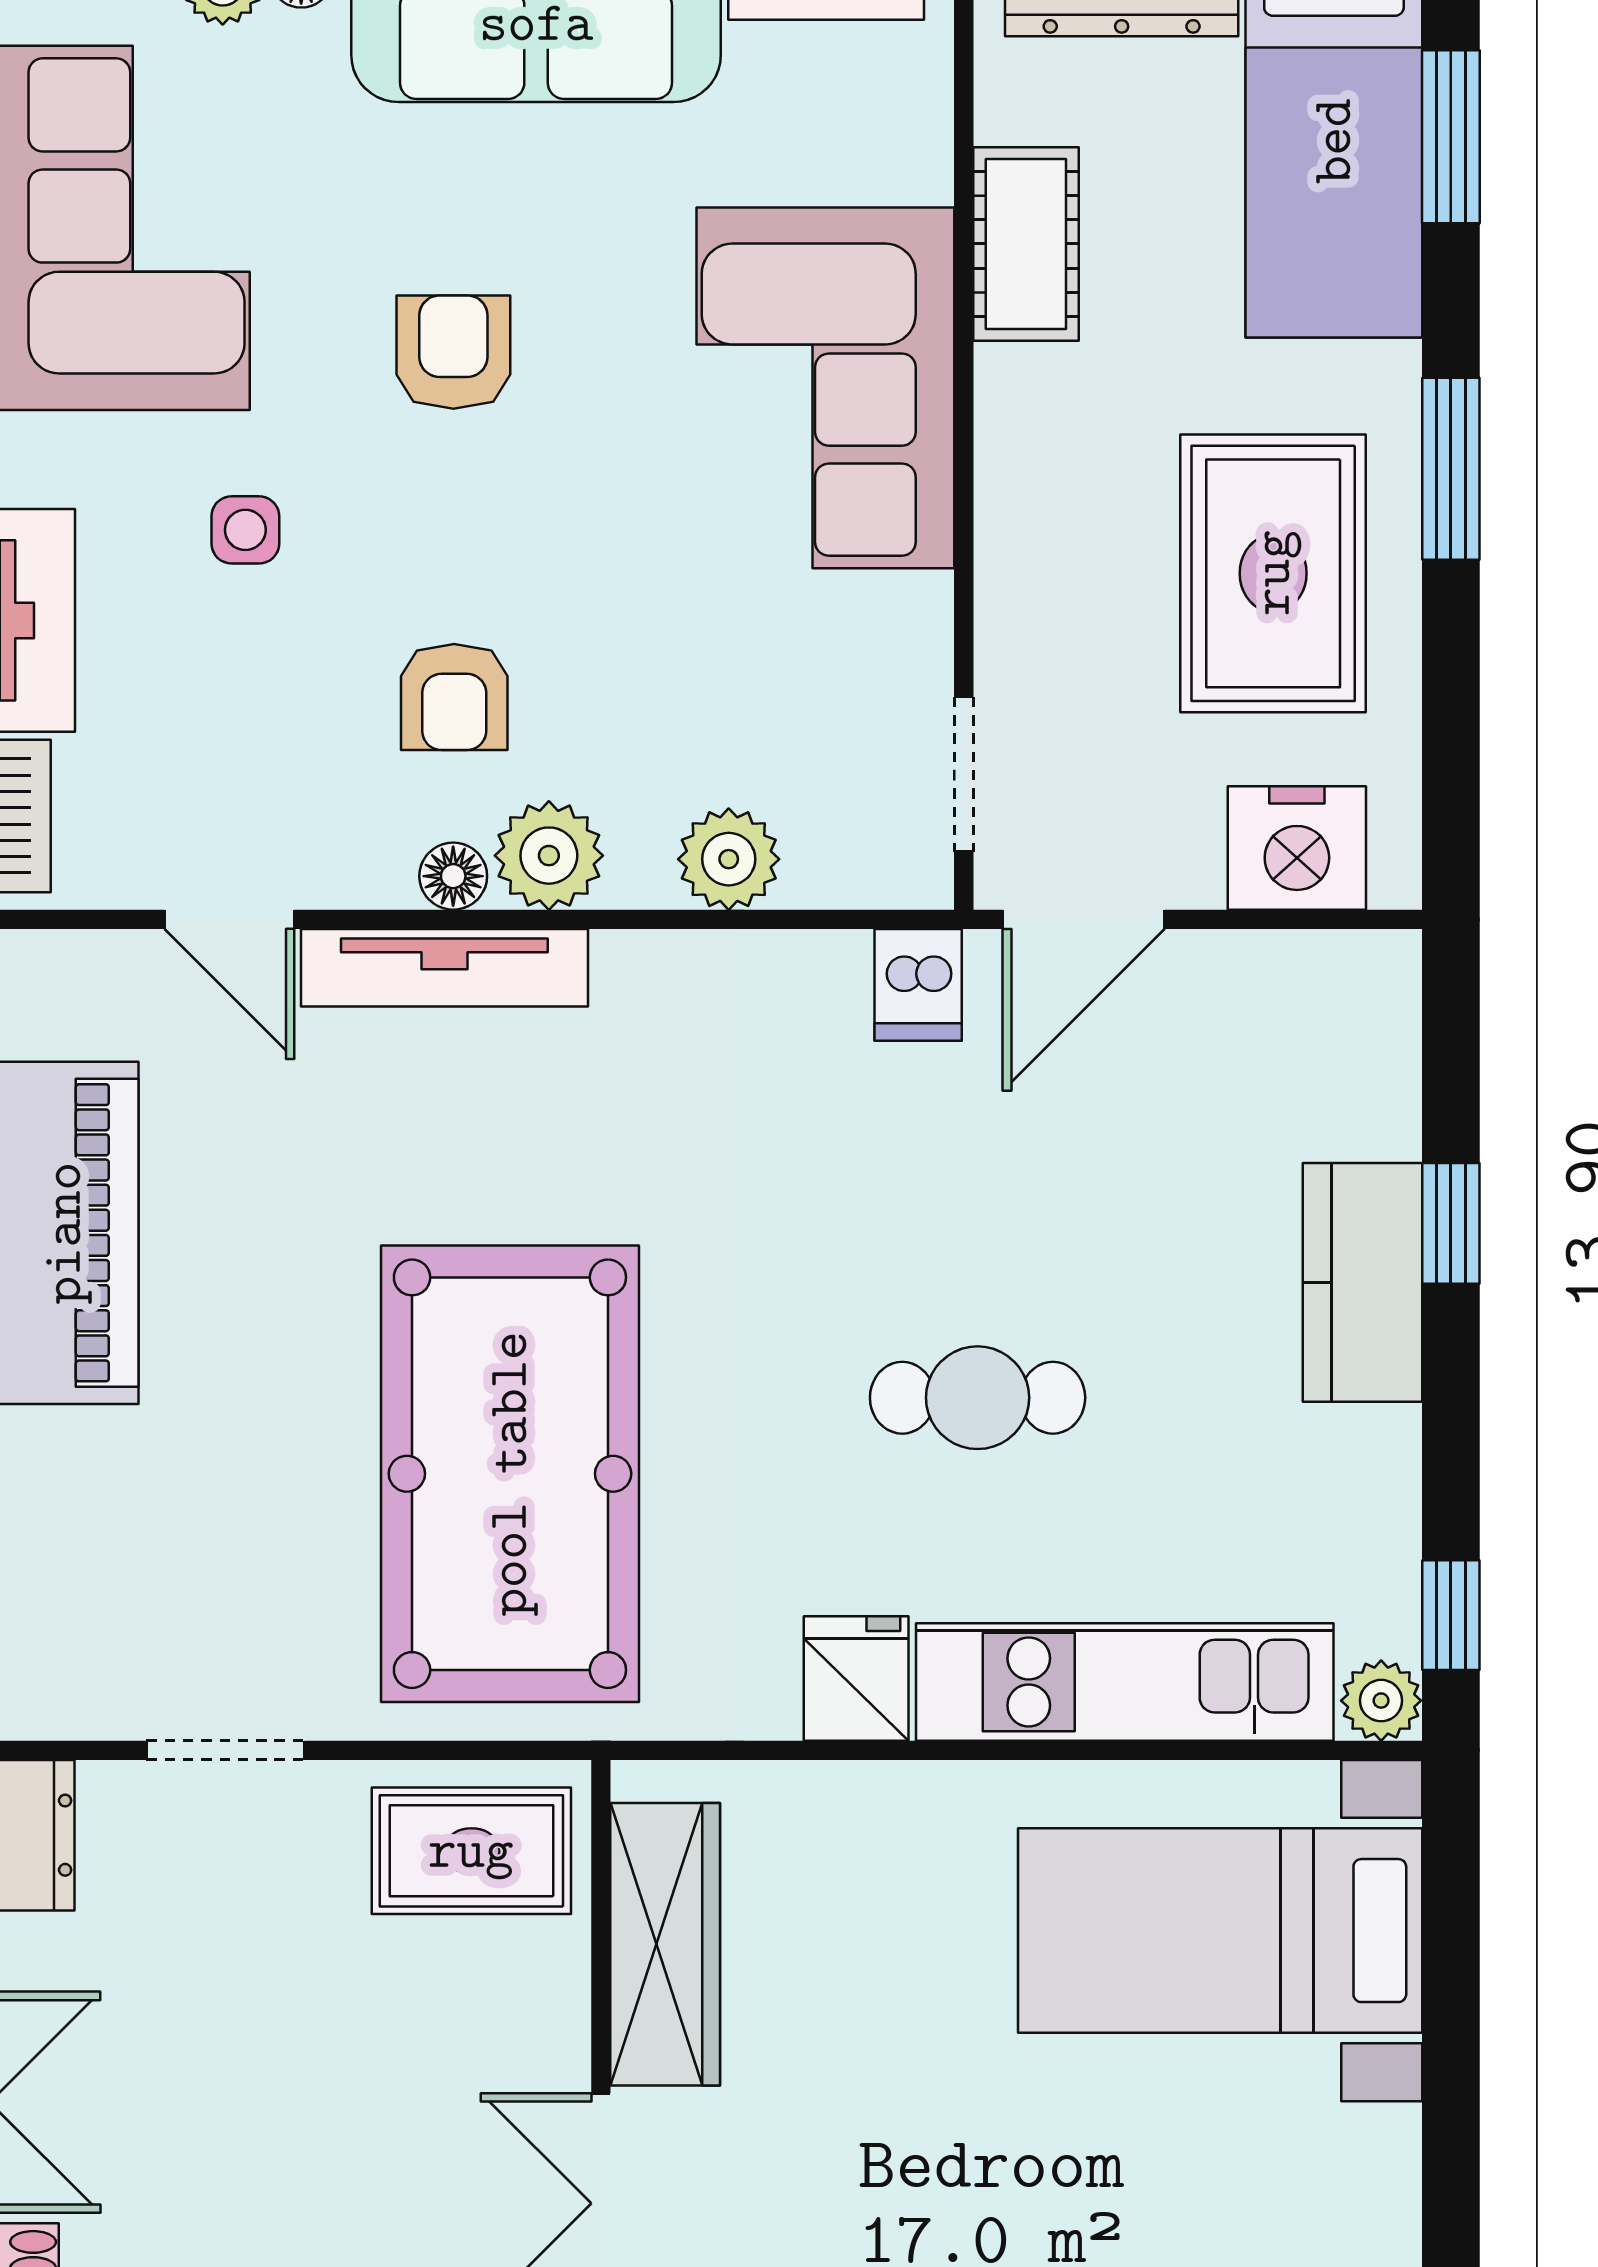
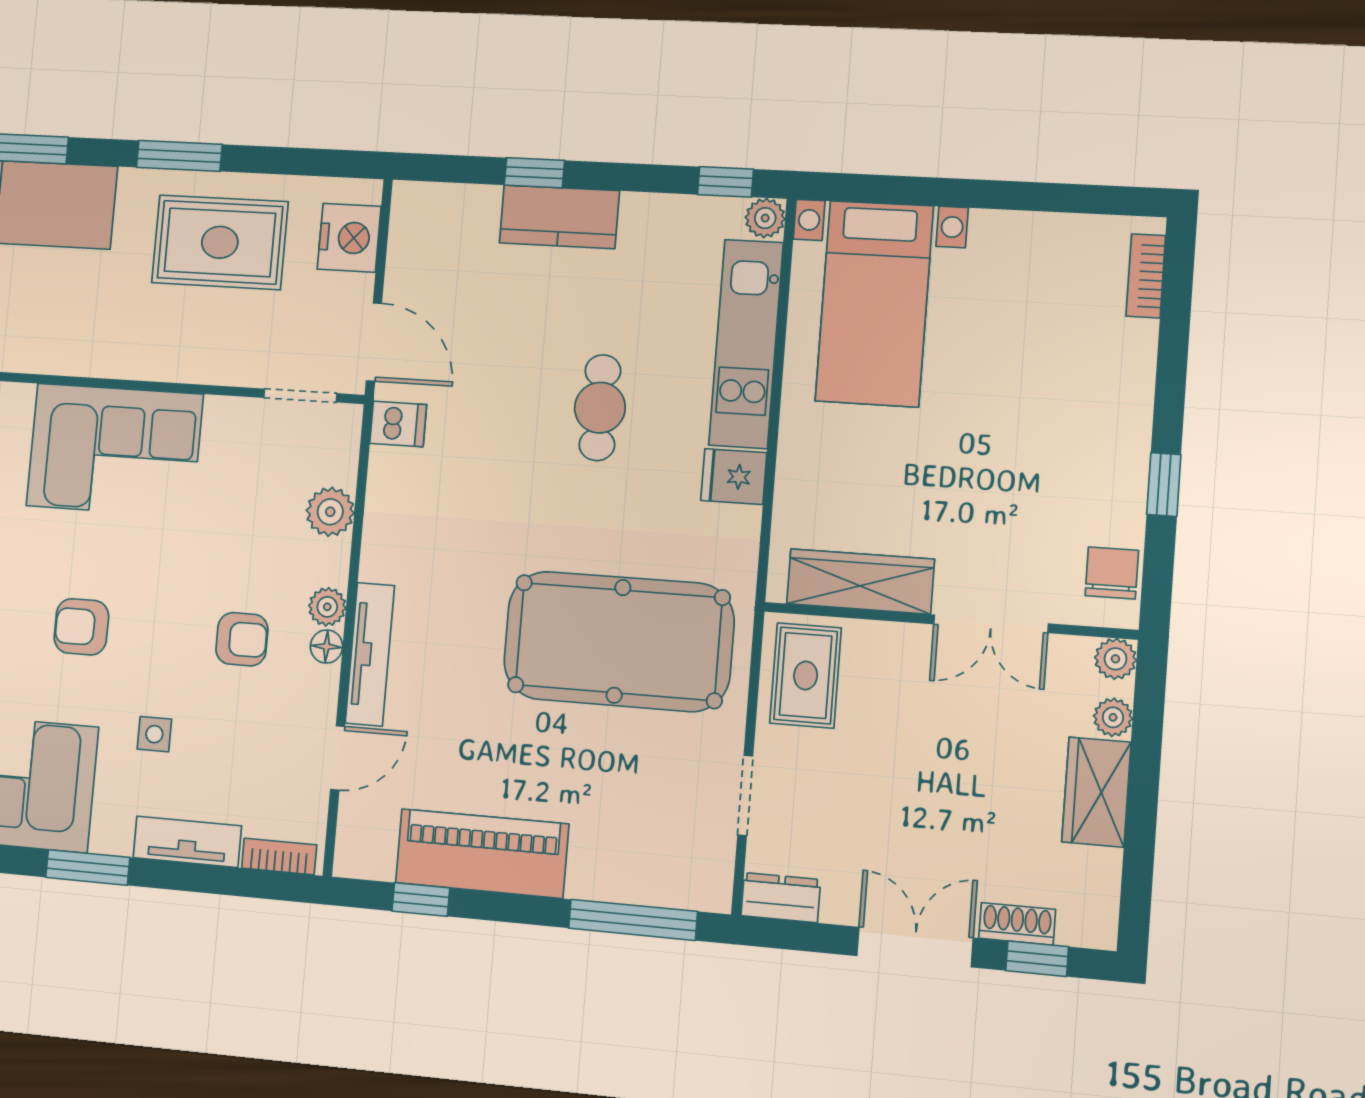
cot: (1026, 244) -> (58, 351), removed
plant: (549, 856) -> (327, 607), width x0.73, depth x0.73

